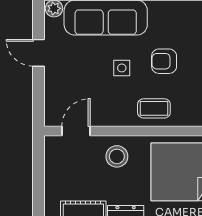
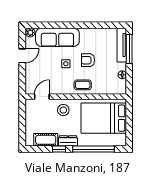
door: (38, 53) -> (22, 56), swing flipped

